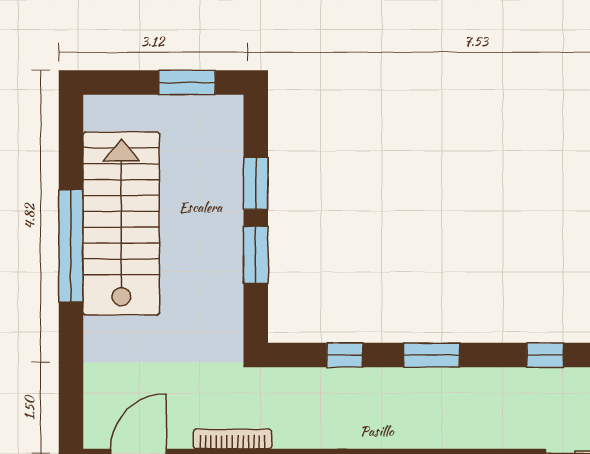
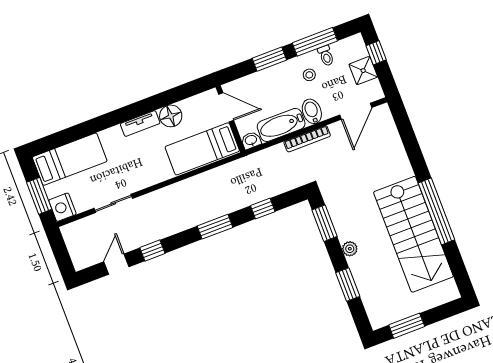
plant: (231, 239) -> (350, 249), added
window: (256, 255) -> (324, 223), moved

